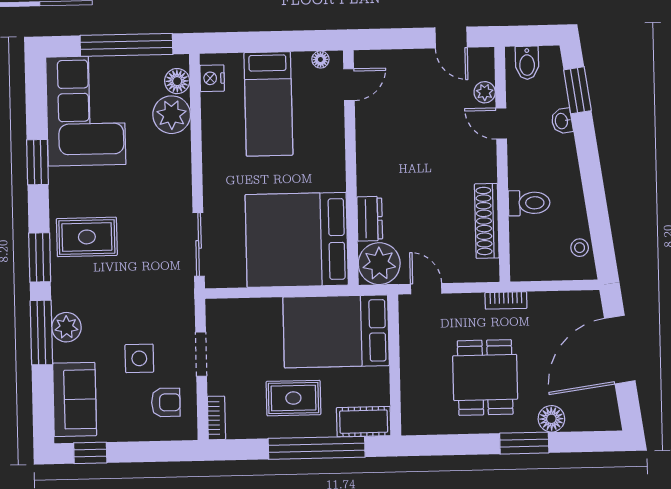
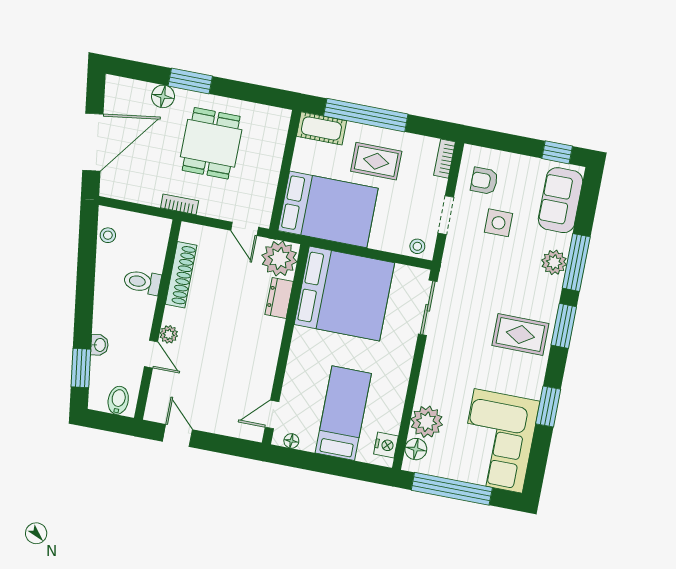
plant: (485, 92) -> (169, 334), moved
stool: (226, 312) -> (417, 246), added

